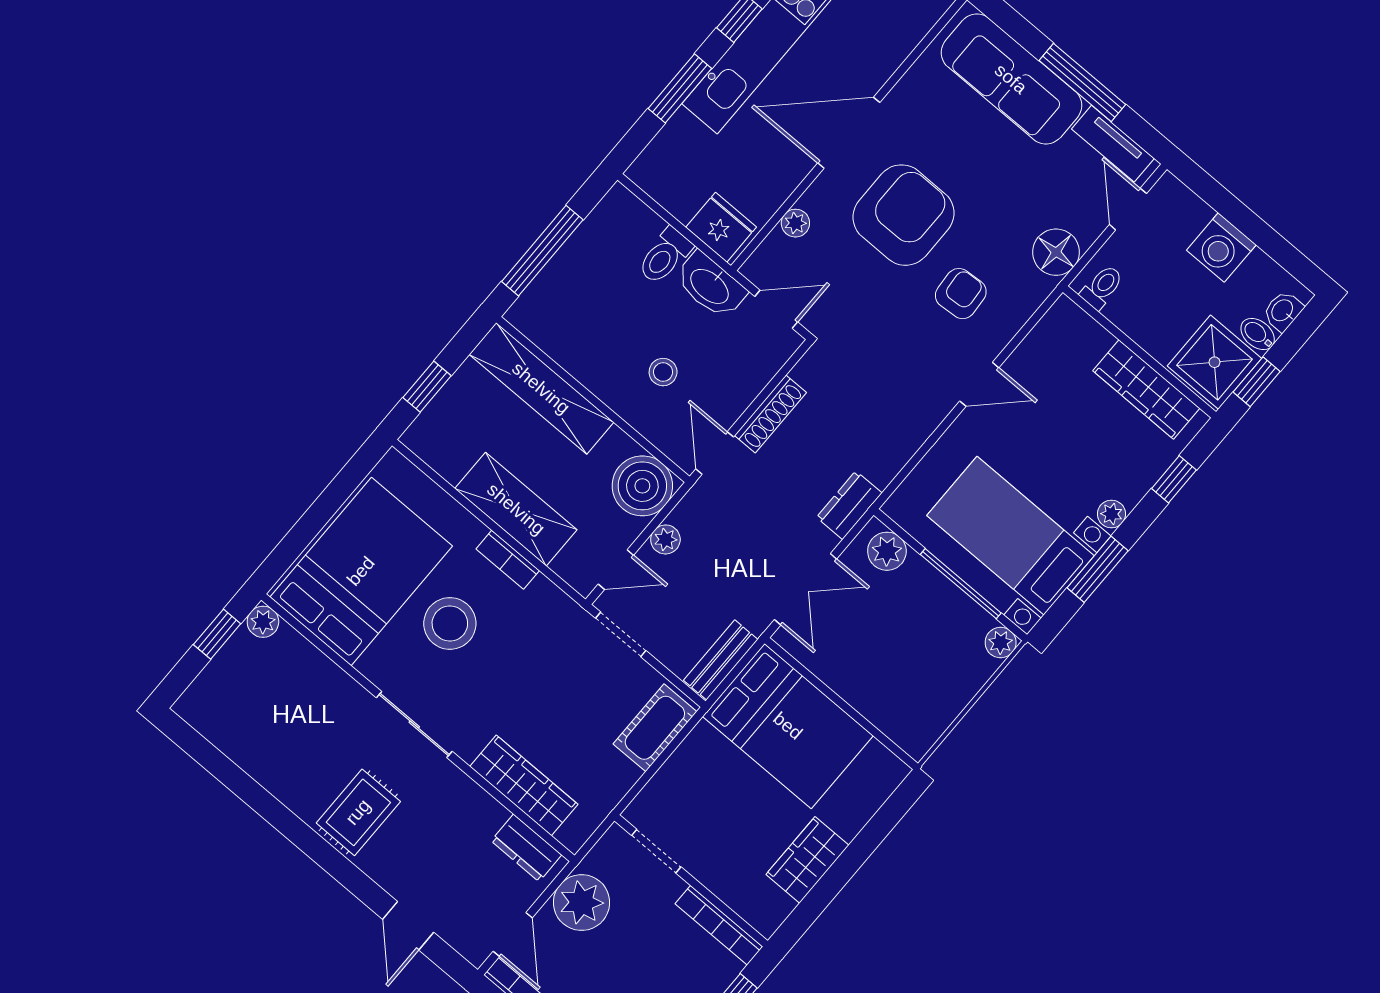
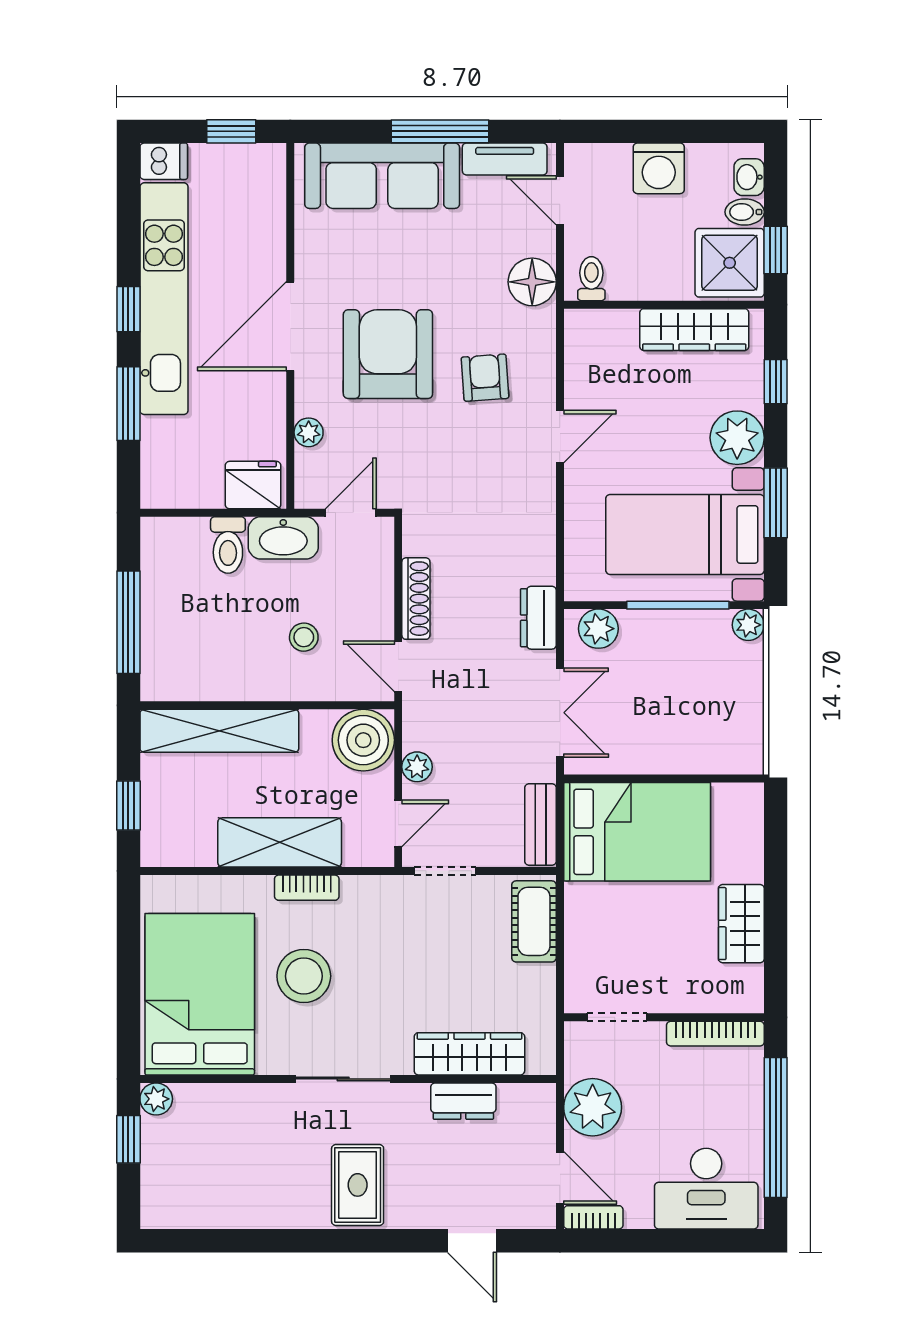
plant: (1111, 514) -> (737, 438), width x1.88, depth x1.88
dresser: (526, 848) -> (463, 1101), moved

